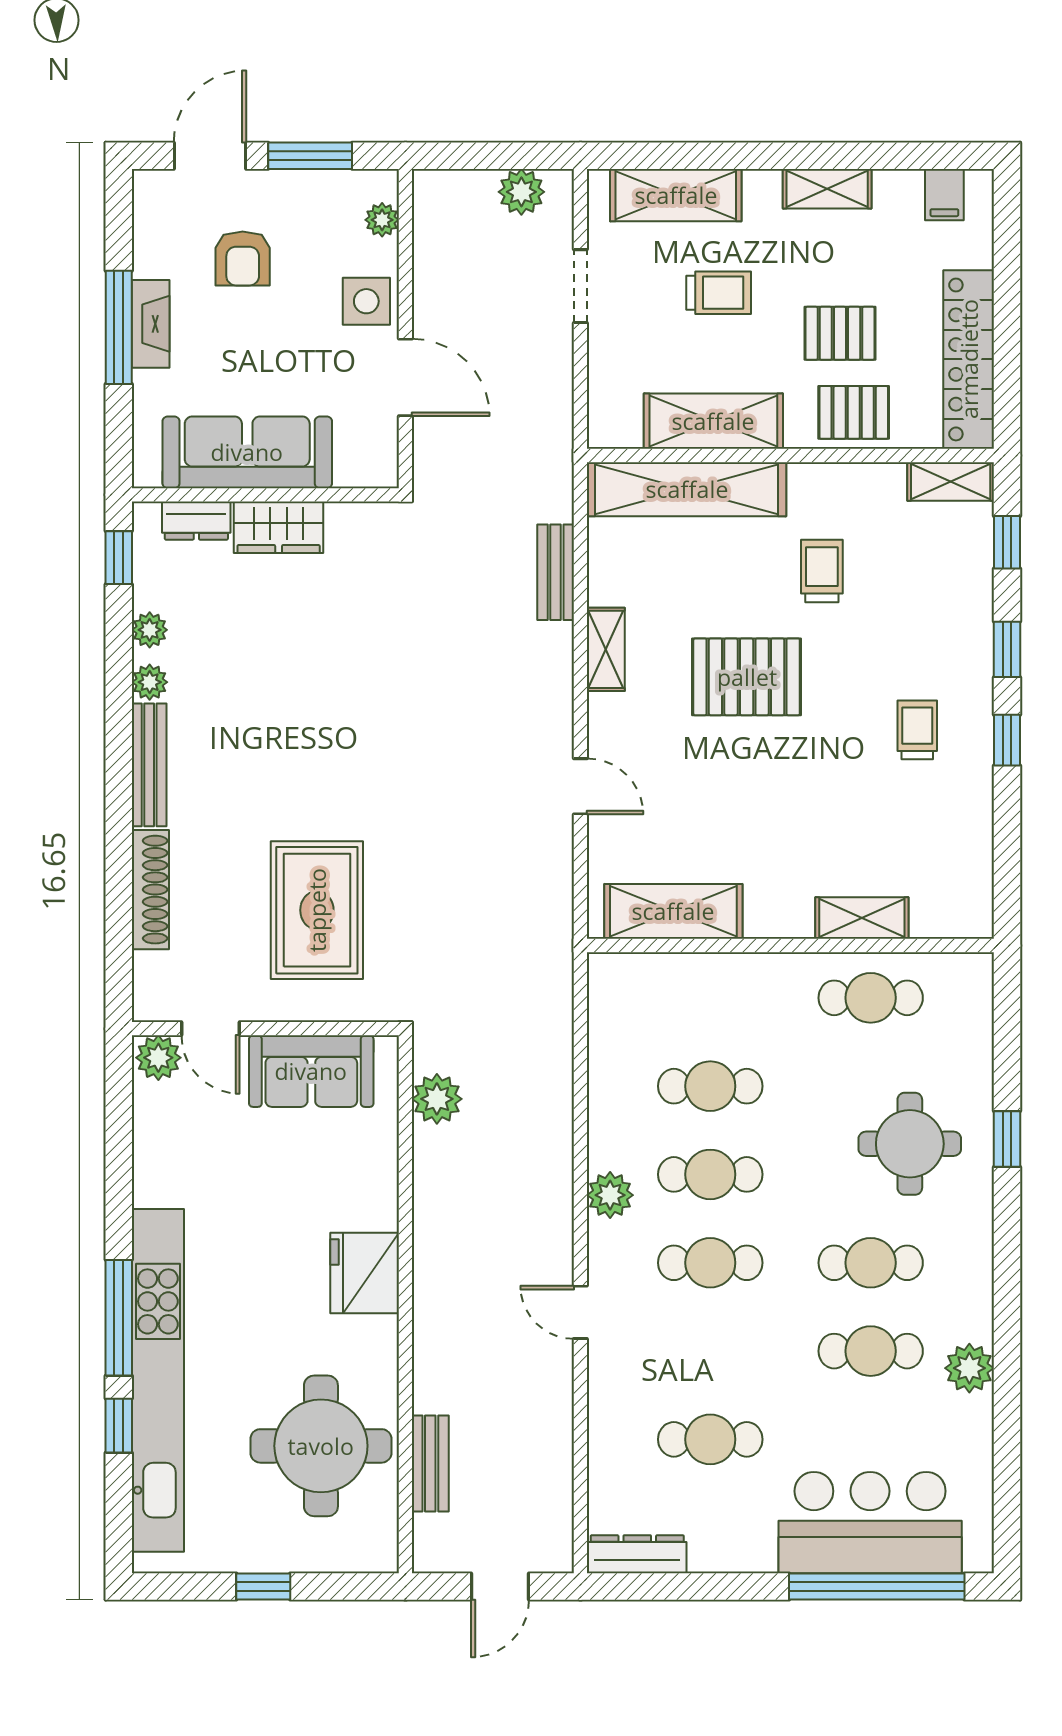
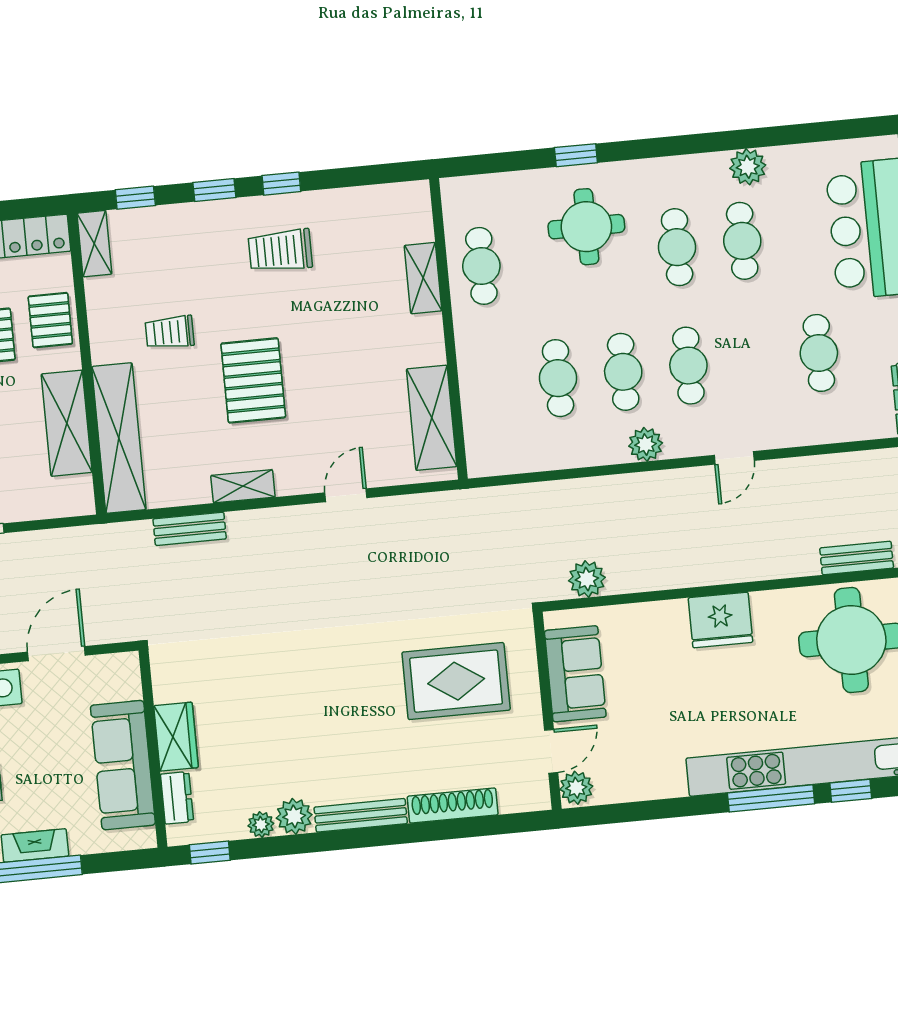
plant: (150, 682) -> (294, 816), width x1.38, depth x1.38
trolley: (917, 730) -> (280, 251), width x1.36, depth x1.39

